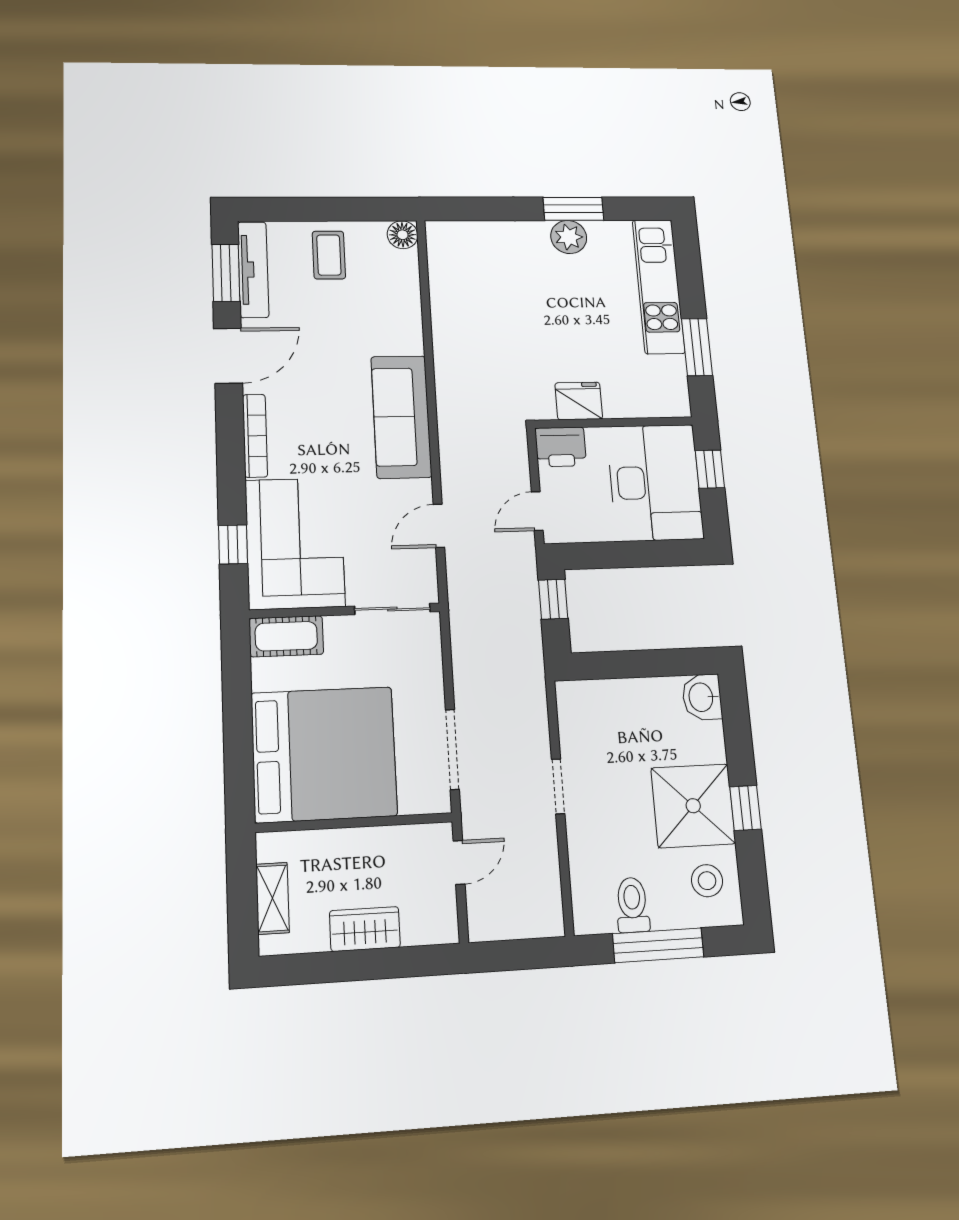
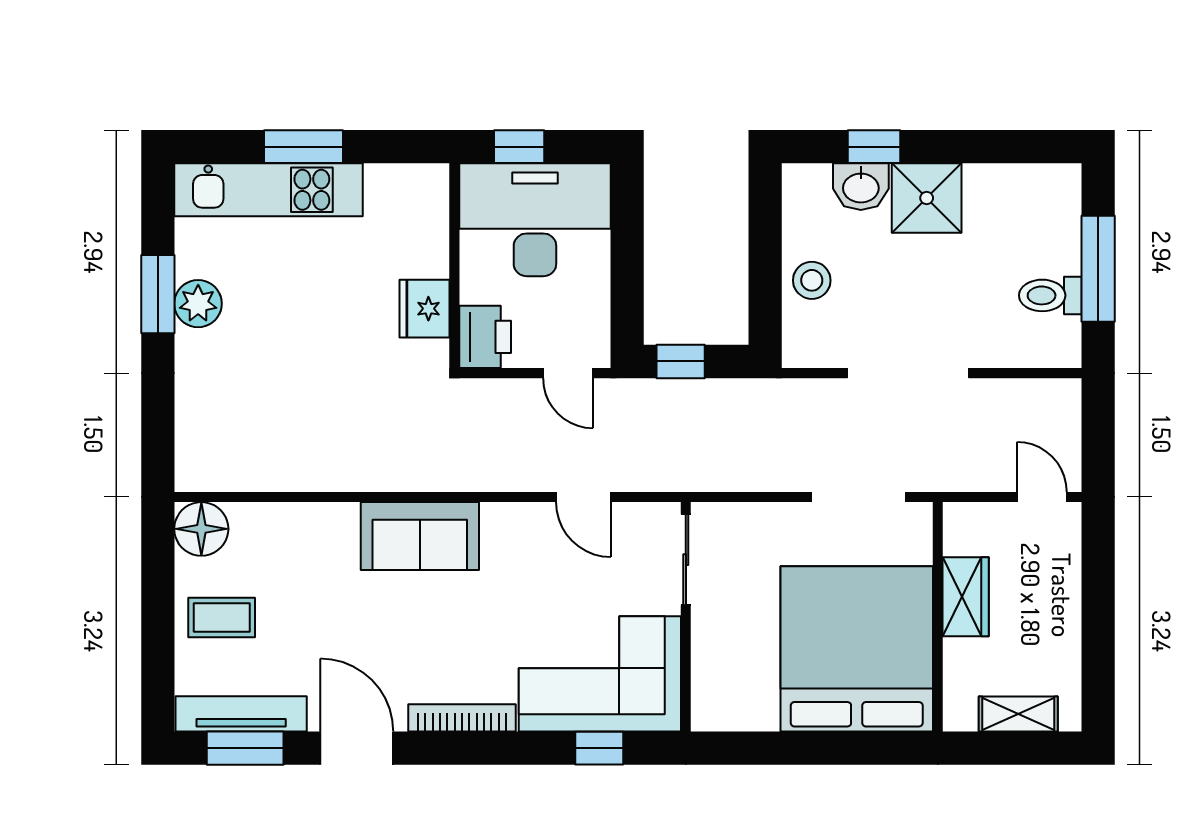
floor lamp: (403, 235) -> (201, 529), width x1.38, depth x1.38
window: (697, 347) -> (304, 147), moved
sofa: (401, 417) -> (420, 536), width x0.73
cot: (286, 636) -> (714, 688), removed
washbasin: (702, 697) -> (861, 187), moved
doorway: (558, 786) -> (908, 373), width x1.87
shower: (693, 806) -> (927, 198), width x0.73, depth x0.73
window: (745, 808) -> (874, 147), moved
door: (459, 862) -> (1042, 497), moved
stool: (707, 881) -> (812, 280), moved
wardrobe: (365, 929) -> (966, 597), moved, turned 180

